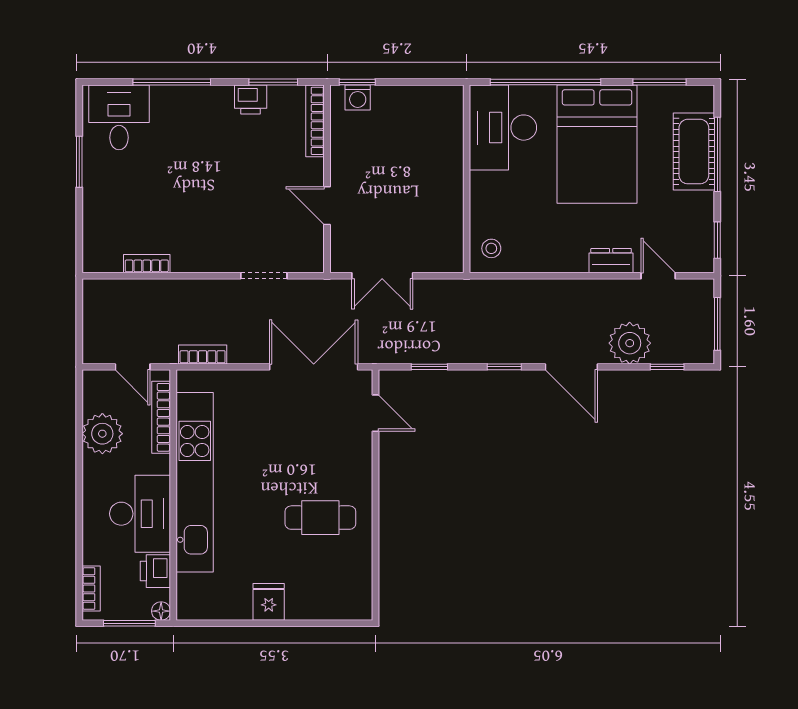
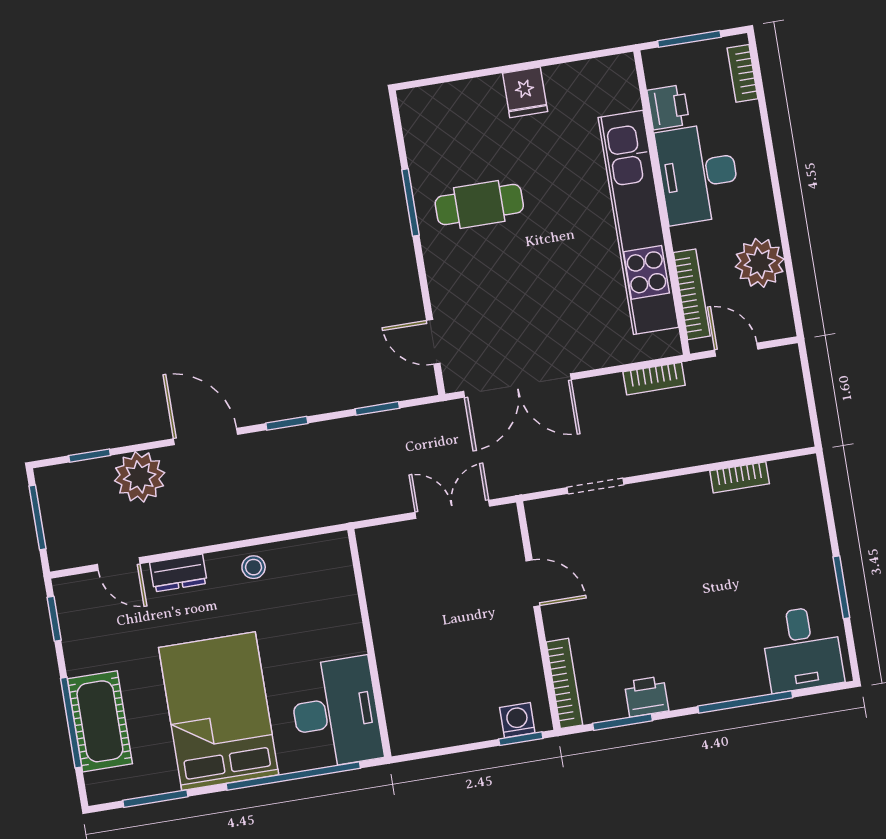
stool: (491, 248) -> (254, 567), moved
window: (375, 528) -> (410, 202), added
floor lamp: (161, 611) -> (653, 60), removed

